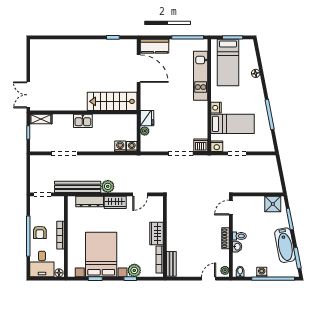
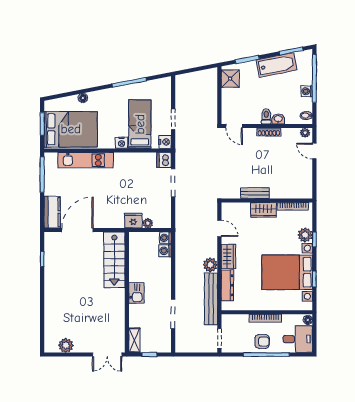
plant: (36, 58) -> (66, 345), added
bed: (228, 63) -> (71, 129), width x1.50
bench: (171, 264) -> (255, 193), moved

